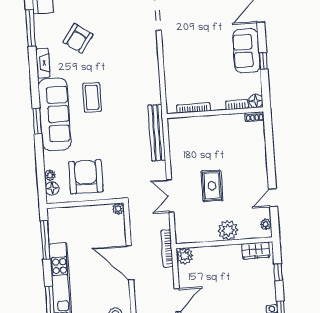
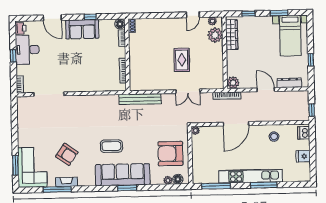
fireplace: (43, 63) -> (66, 182), moved
rug: (212, 186) -> (182, 60), turned 90
door: (273, 198) -> (193, 15), hinge flipped
plant: (228, 230) -> (215, 35), moved
wardrobe: (256, 251) -> (232, 35), width x1.50

